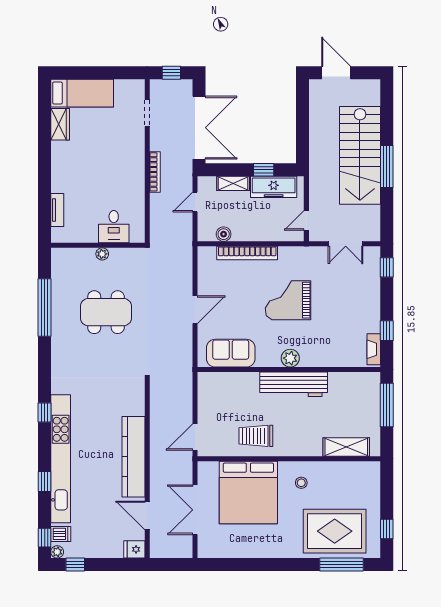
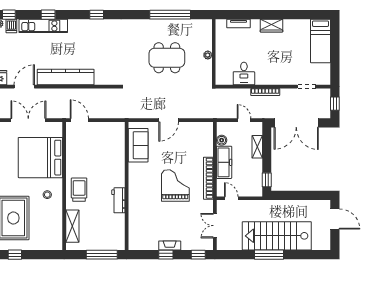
door: (336, 73) -> (335, 219), hinge flipped
wardrobe: (60, 124) -> (271, 26), moved
window: (264, 170) -> (267, 180), moved
freezer: (274, 187) -> (224, 162), moved, turned 180
desk: (114, 227) -> (244, 74), moved, turned -90
bookcase: (247, 253) -> (208, 178), moved
door: (195, 310) -> (169, 120), hinge flipped
dining table: (106, 312) -> (167, 58), turned 90
window: (387, 331) -> (166, 255), moved
fireplace: (374, 349) -> (170, 245), moved
plant: (290, 358) -> (135, 187), removed
workbench: (294, 384) -> (118, 200), width x0.53, depth x0.76
trolley: (256, 436) -> (79, 190), moved
kitchen unit: (61, 459) -> (43, 26), width x0.54

